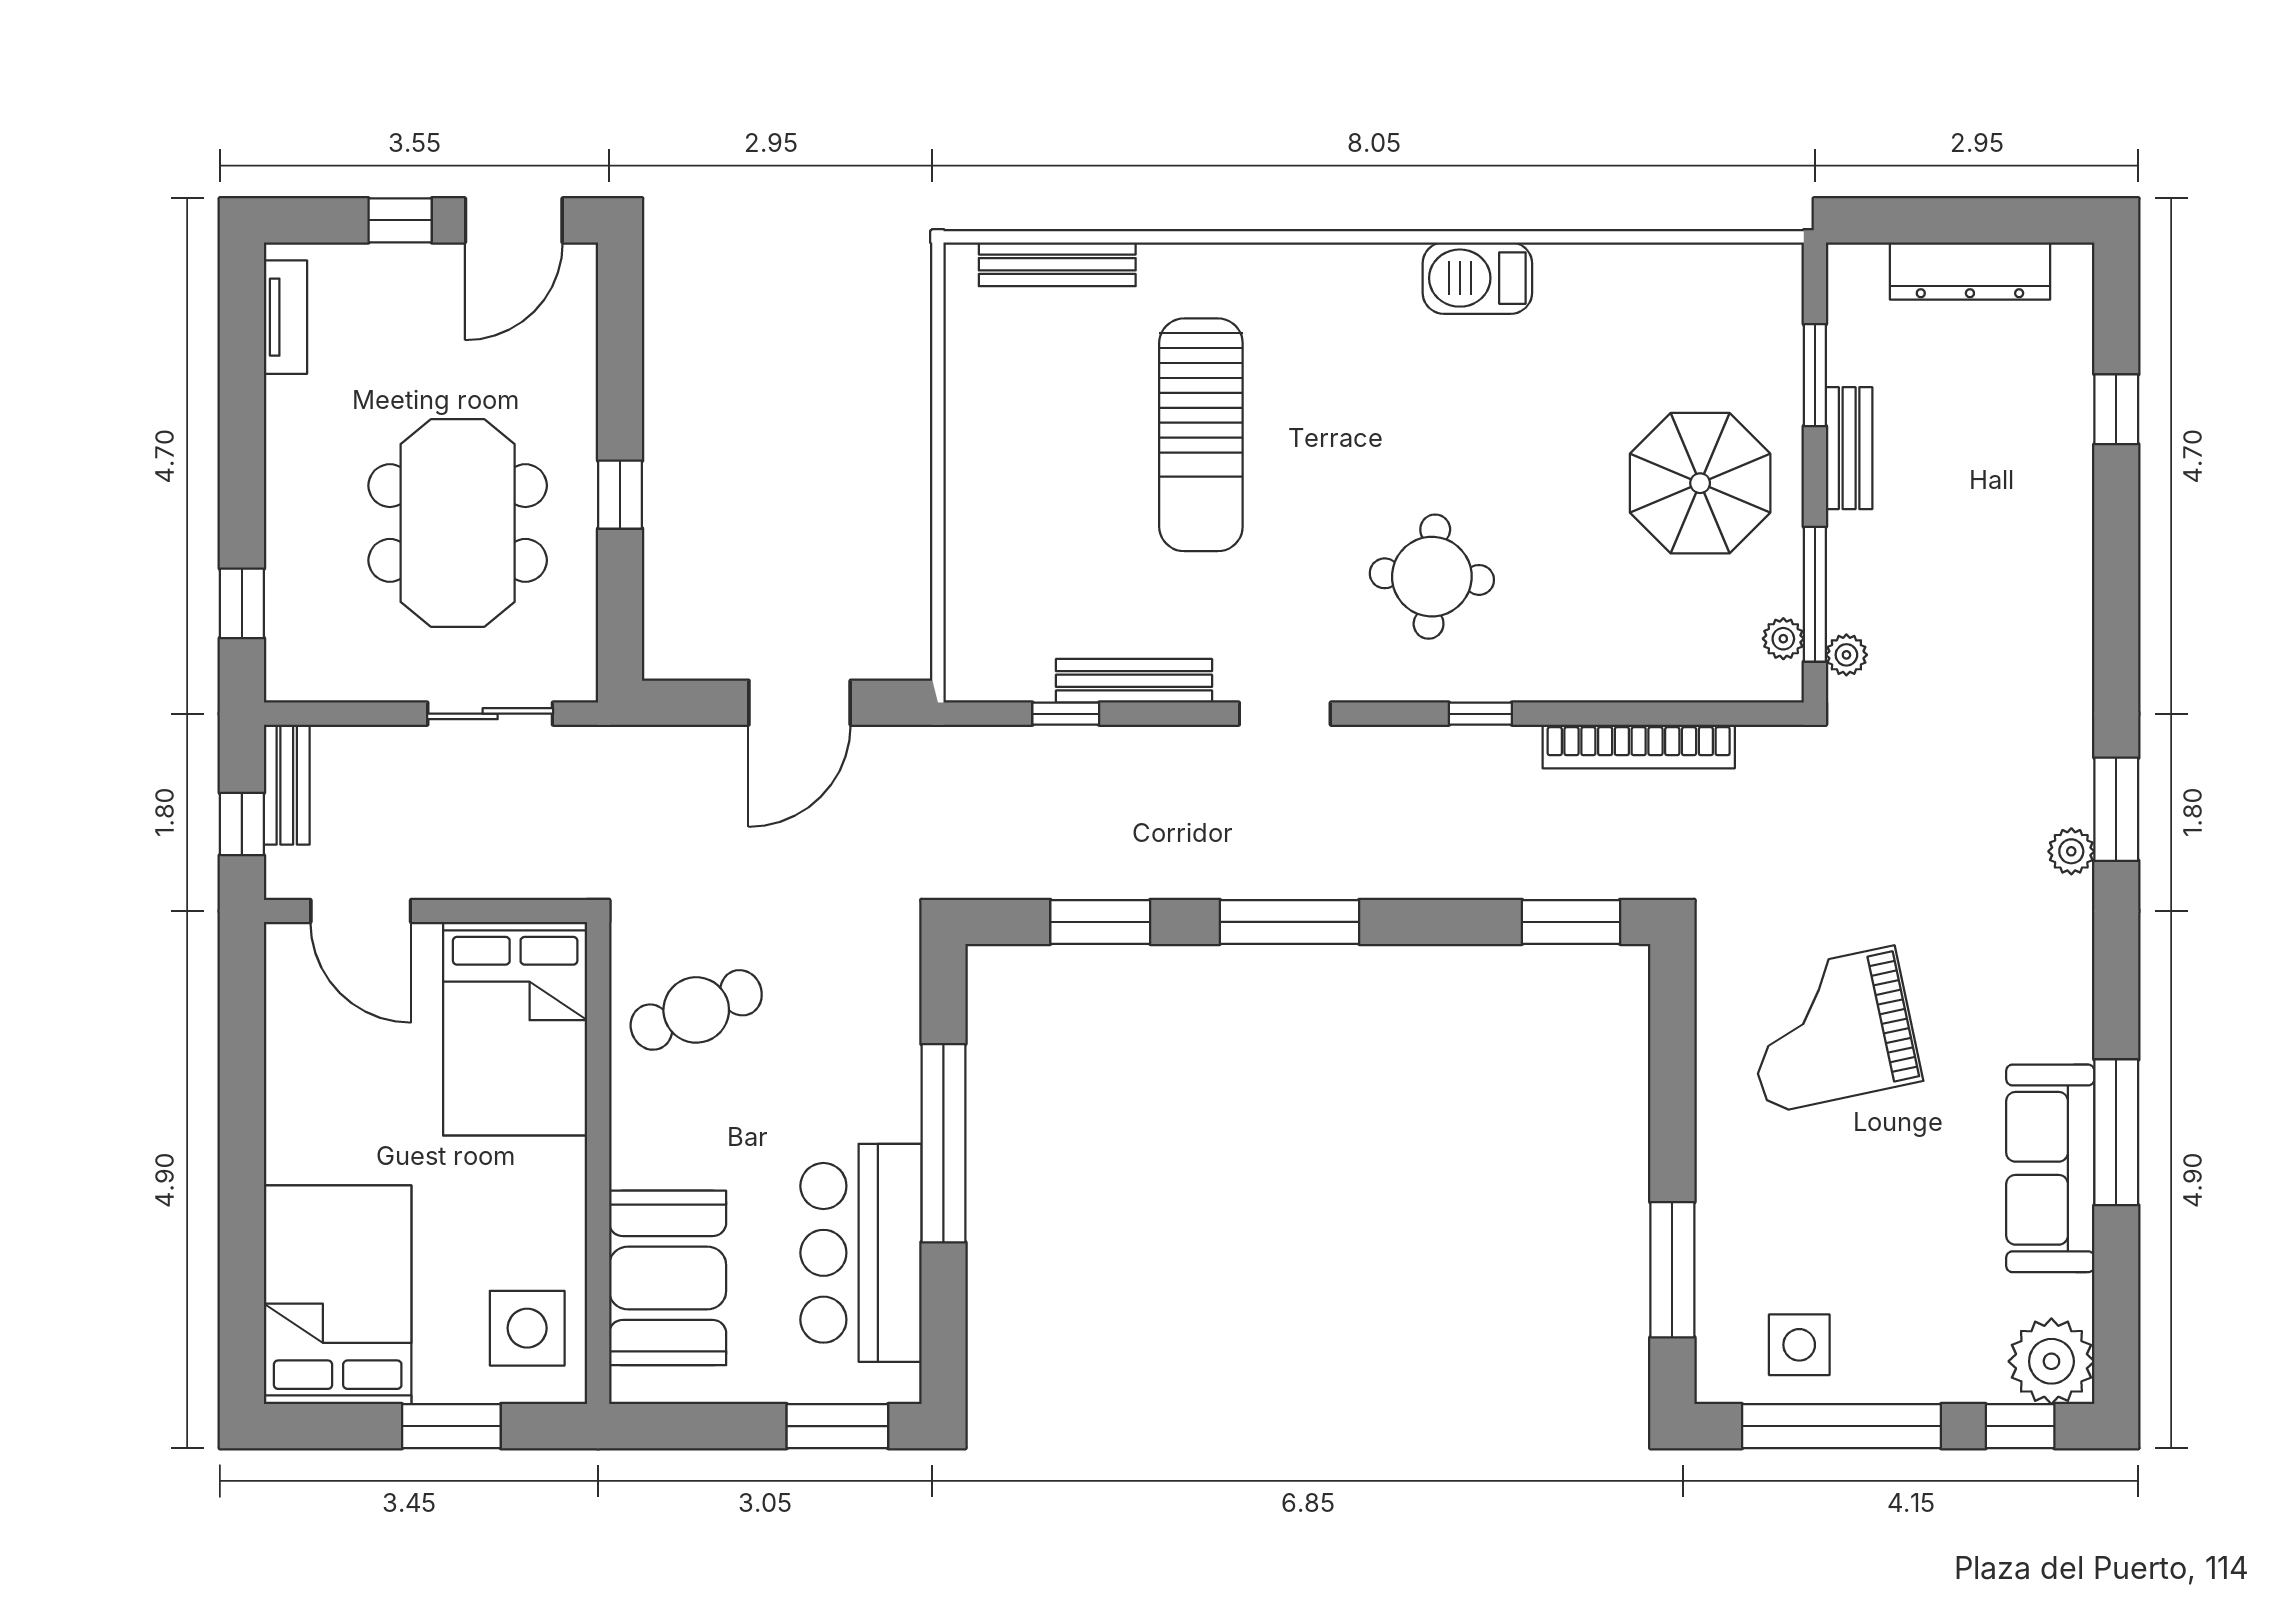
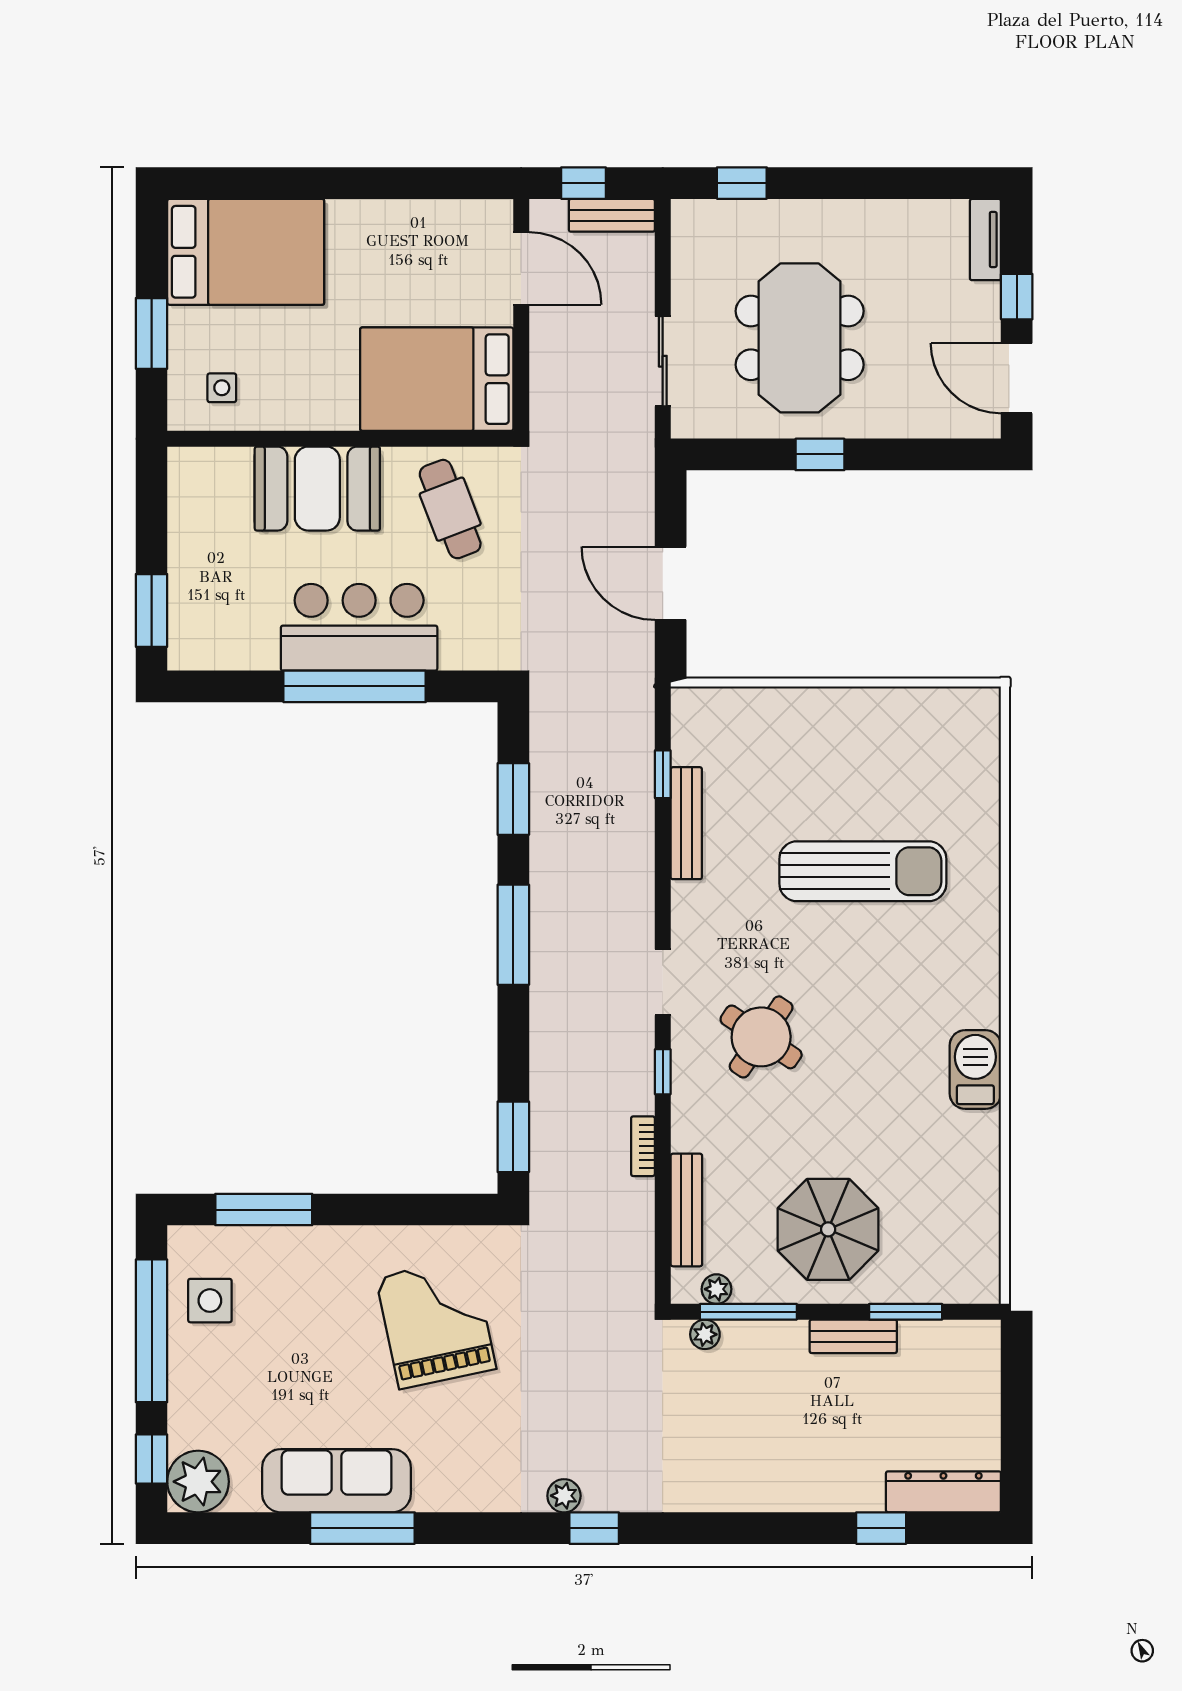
bench: (1057, 264) -> (686, 1210), moved
dresser: (1970, 271) -> (943, 1492), moved, turned 90
tv unit: (285, 317) -> (985, 240), moved, turned 90
sun lounger: (1201, 435) -> (863, 871), turned 180
meeting table: (458, 523) -> (800, 338), turned 90
round table: (1432, 577) -> (761, 1037), turned 30
doorway: (1285, 714) -> (663, 982), moved
bookcase: (1639, 746) -> (643, 1146), width x0.43, depth x0.76
window: (2116, 809) -> (594, 1528), width x0.67
door: (361, 911) -> (521, 268), swing flipped
bar counter: (861, 1253) -> (359, 627), moved
booth: (668, 1278) -> (317, 489), moved
side table: (527, 1328) -> (222, 388), width x0.54, depth x0.54

